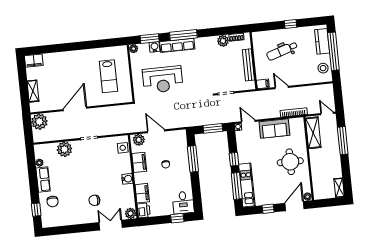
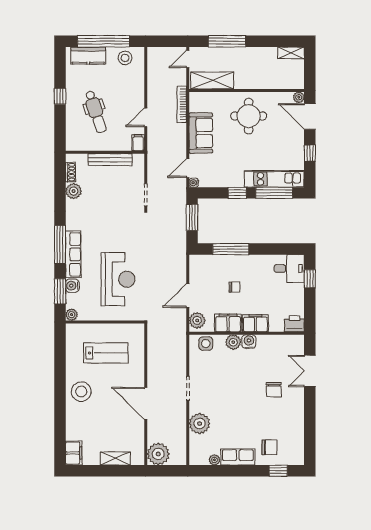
stool: (79, 61) -> (81, 392), added
filing cabinet: (142, 193) -> (255, 323), moved
plant: (131, 213) -> (233, 342), moved

